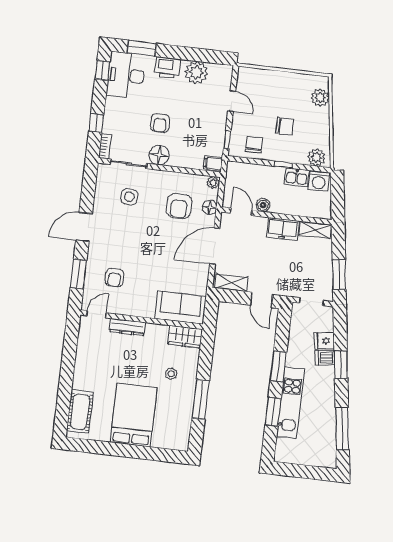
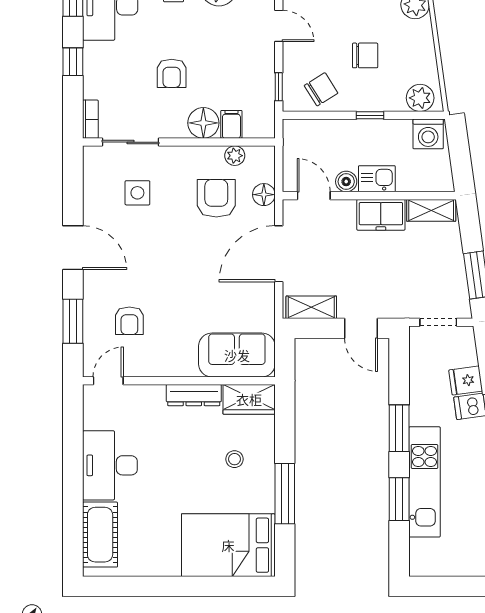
window: (96, 123) -> (73, 62), moved
chair: (254, 145) -> (321, 89), turned 58
floor lamp: (159, 155) -> (203, 123), moved
filing cabinet: (213, 163) -> (231, 124), moved, turned 90
kitchen sink: (297, 177) -> (377, 179), moved, turned 180
plant: (213, 183) -> (235, 156), moved
armchair: (179, 206) -> (216, 198), turned 180
door: (84, 227) -> (73, 248), swing flipped
dresser: (127, 327) -> (194, 395), moved
desk: (91, 368) -> (110, 465), added
bed: (134, 415) -> (228, 545), moved, turned -90

